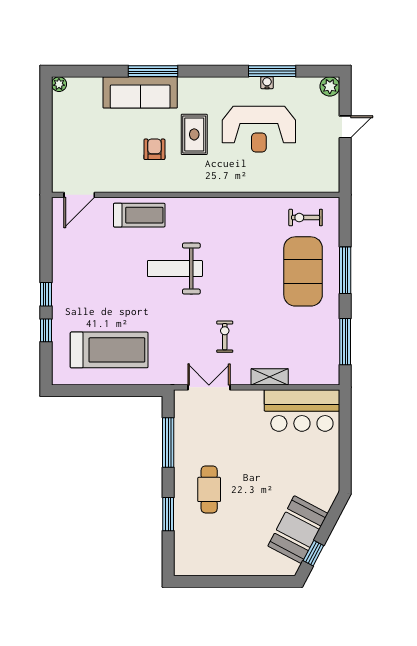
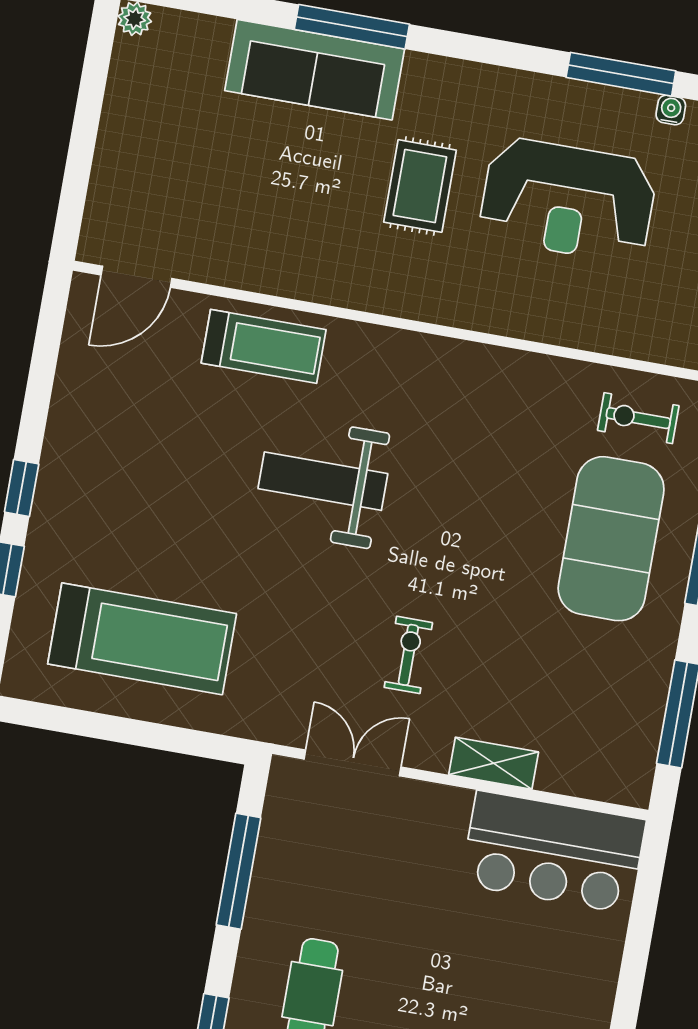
water cooler: (267, 83) -> (671, 110), moved
armchair: (154, 149) -> (324, 204), removed

